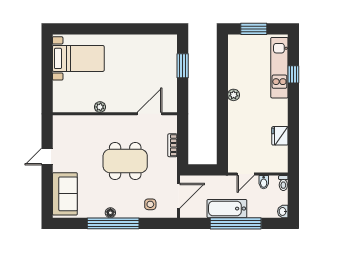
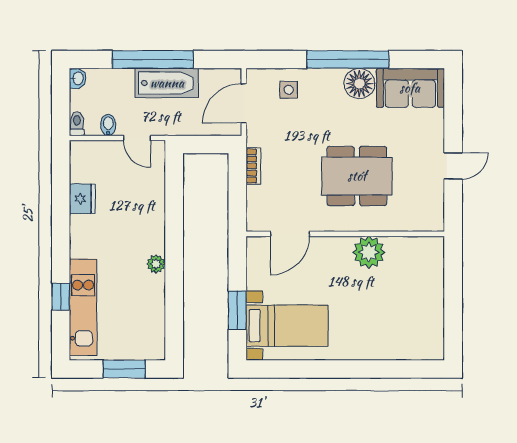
bed with nightstands: (78, 58) -> (287, 326), moved, turned 180
plant: (100, 107) -> (369, 252), width x1.88, depth x1.88
bookcase: (172, 145) -> (253, 166), moved
dining table: (125, 161) -> (357, 176), moved
door: (246, 174) -> (137, 138), swing flipped
sofa: (65, 194) -> (410, 88), moved, turned -90
floor lamp: (110, 213) -> (359, 84), width x1.89, depth x1.89

